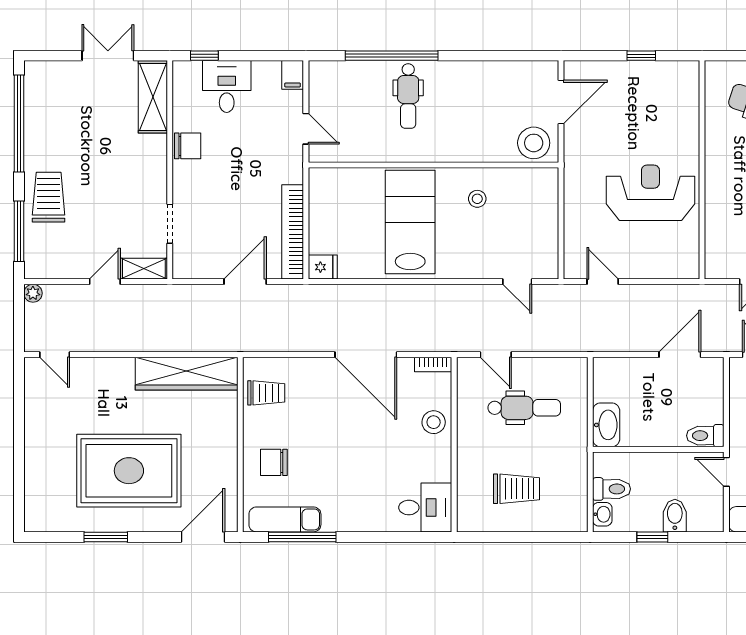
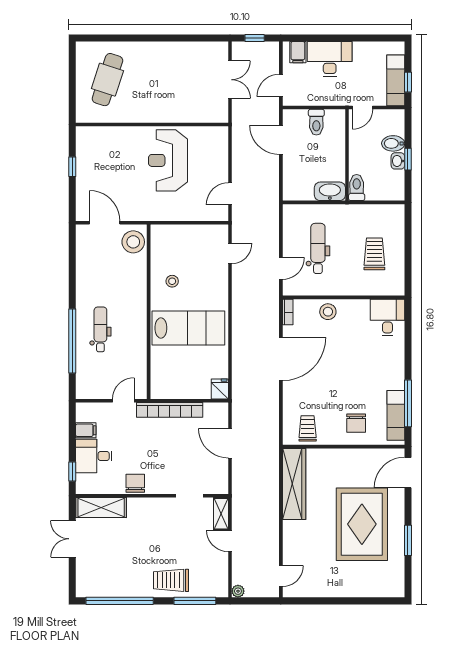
filing cabinet: (293, 75) -> (86, 430), moved
dental chair: (408, 96) -> (100, 329), turned -90
lab bench: (410, 222) -> (188, 328), turned 180
bookcase: (293, 232) -> (170, 410), moved
toilet: (705, 436) -> (316, 122), moved
toilet: (612, 489) -> (357, 188), moved
washbasin: (602, 514) -> (398, 161), moved, turned -90
door: (203, 537) -> (408, 473), hinge flipped

